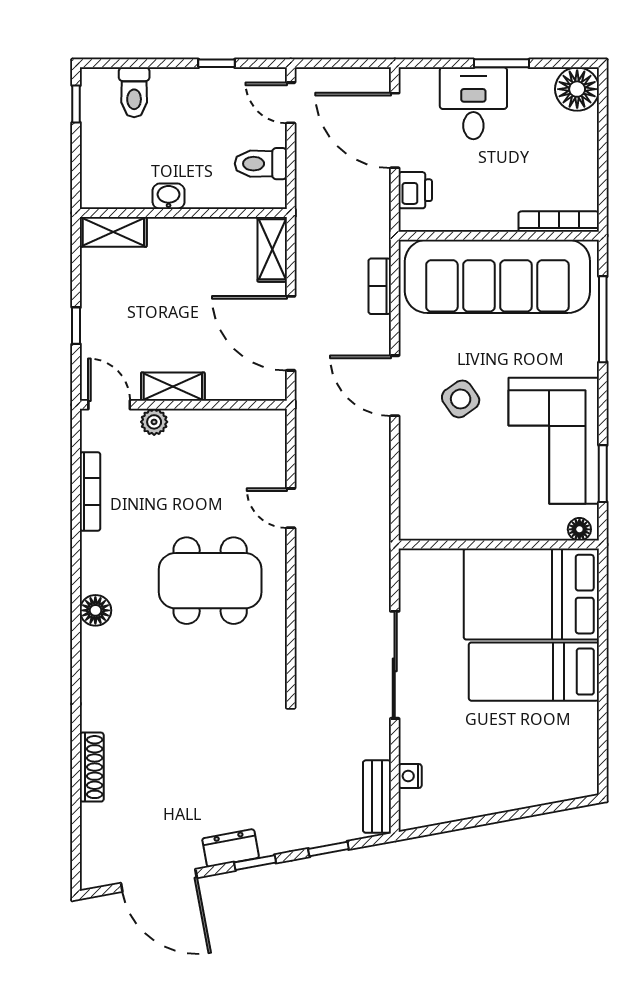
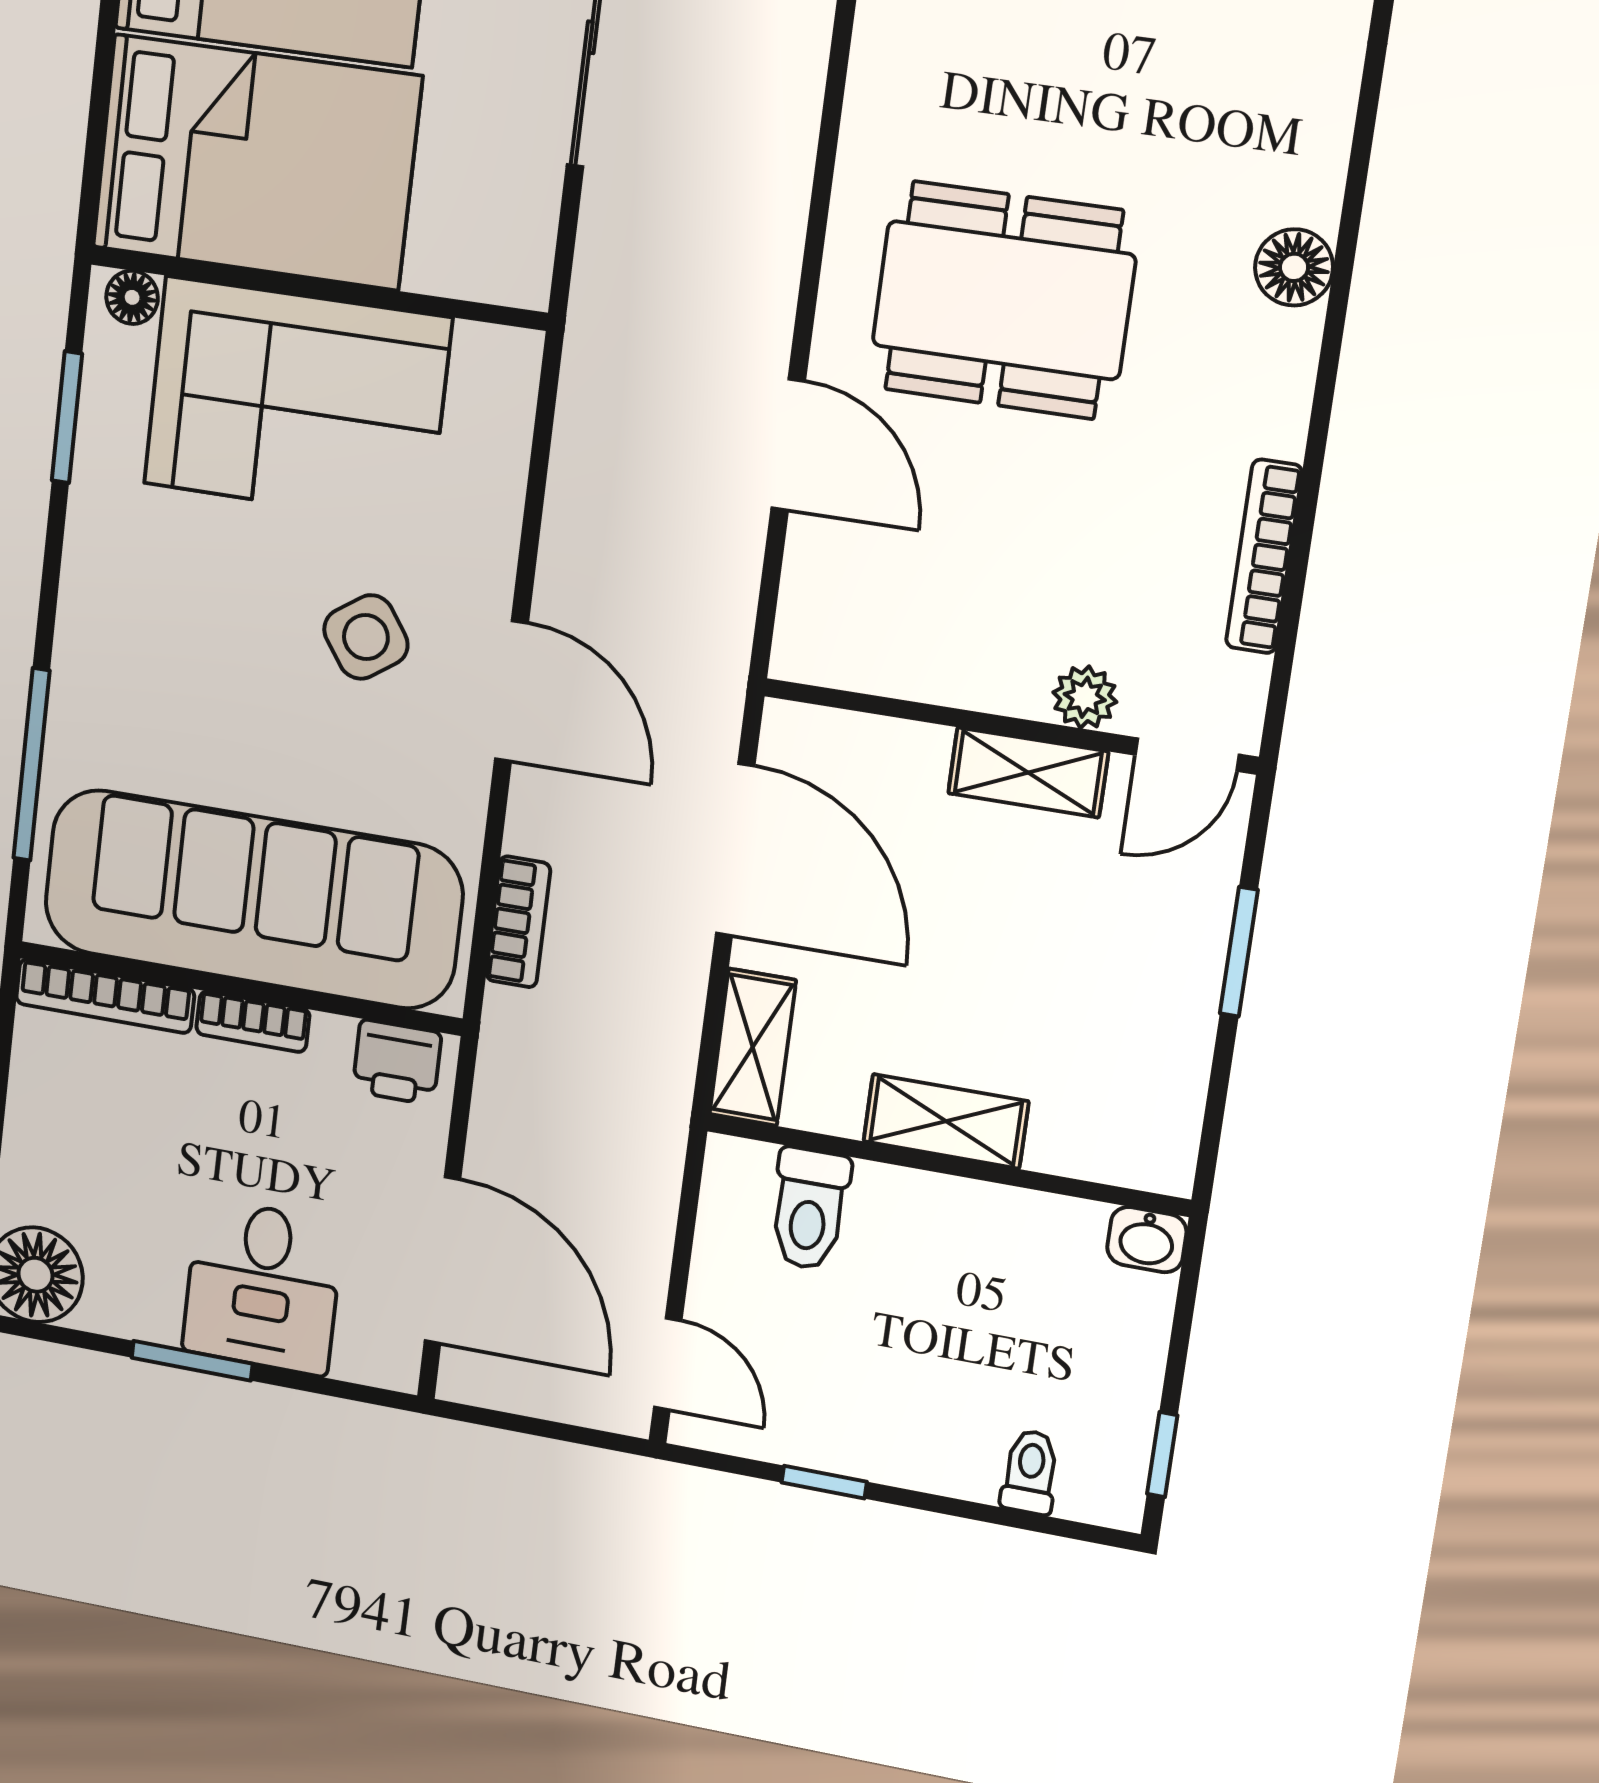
toilet: (134, 92) -> (1030, 1472), width x0.73, depth x0.72
toilet: (261, 164) -> (809, 1209), moved, turned 90
printer: (415, 190) -> (397, 1062), moved, turned -90
washbasin: (169, 196) -> (1147, 1240), moved
bookcase: (491, 222) -> (253, 1022), added
shelving: (113, 232) -> (946, 1121), moved
window: (76, 326) -> (1239, 952), width x1.50
door: (109, 405) -> (1187, 755), hinge flipped
corner sofa: (554, 441) -> (297, 401), moved, turned 90
door: (291, 508) -> (788, 445), width x1.38

